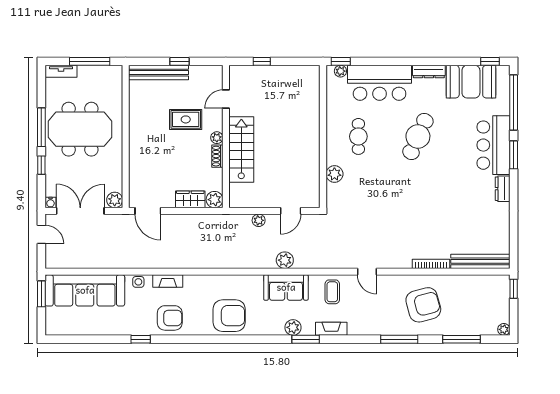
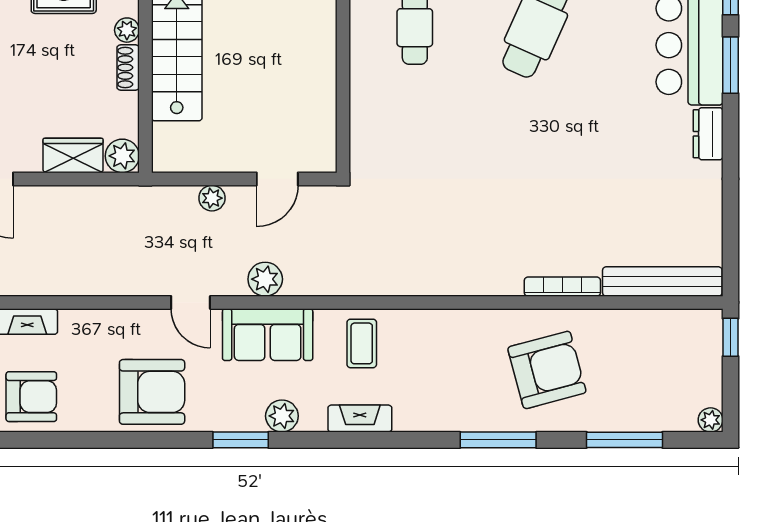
plant: (334, 174) -> (366, 104), removed
door: (367, 272) -> (191, 302), moved
window: (306, 339) -> (241, 440), moved

